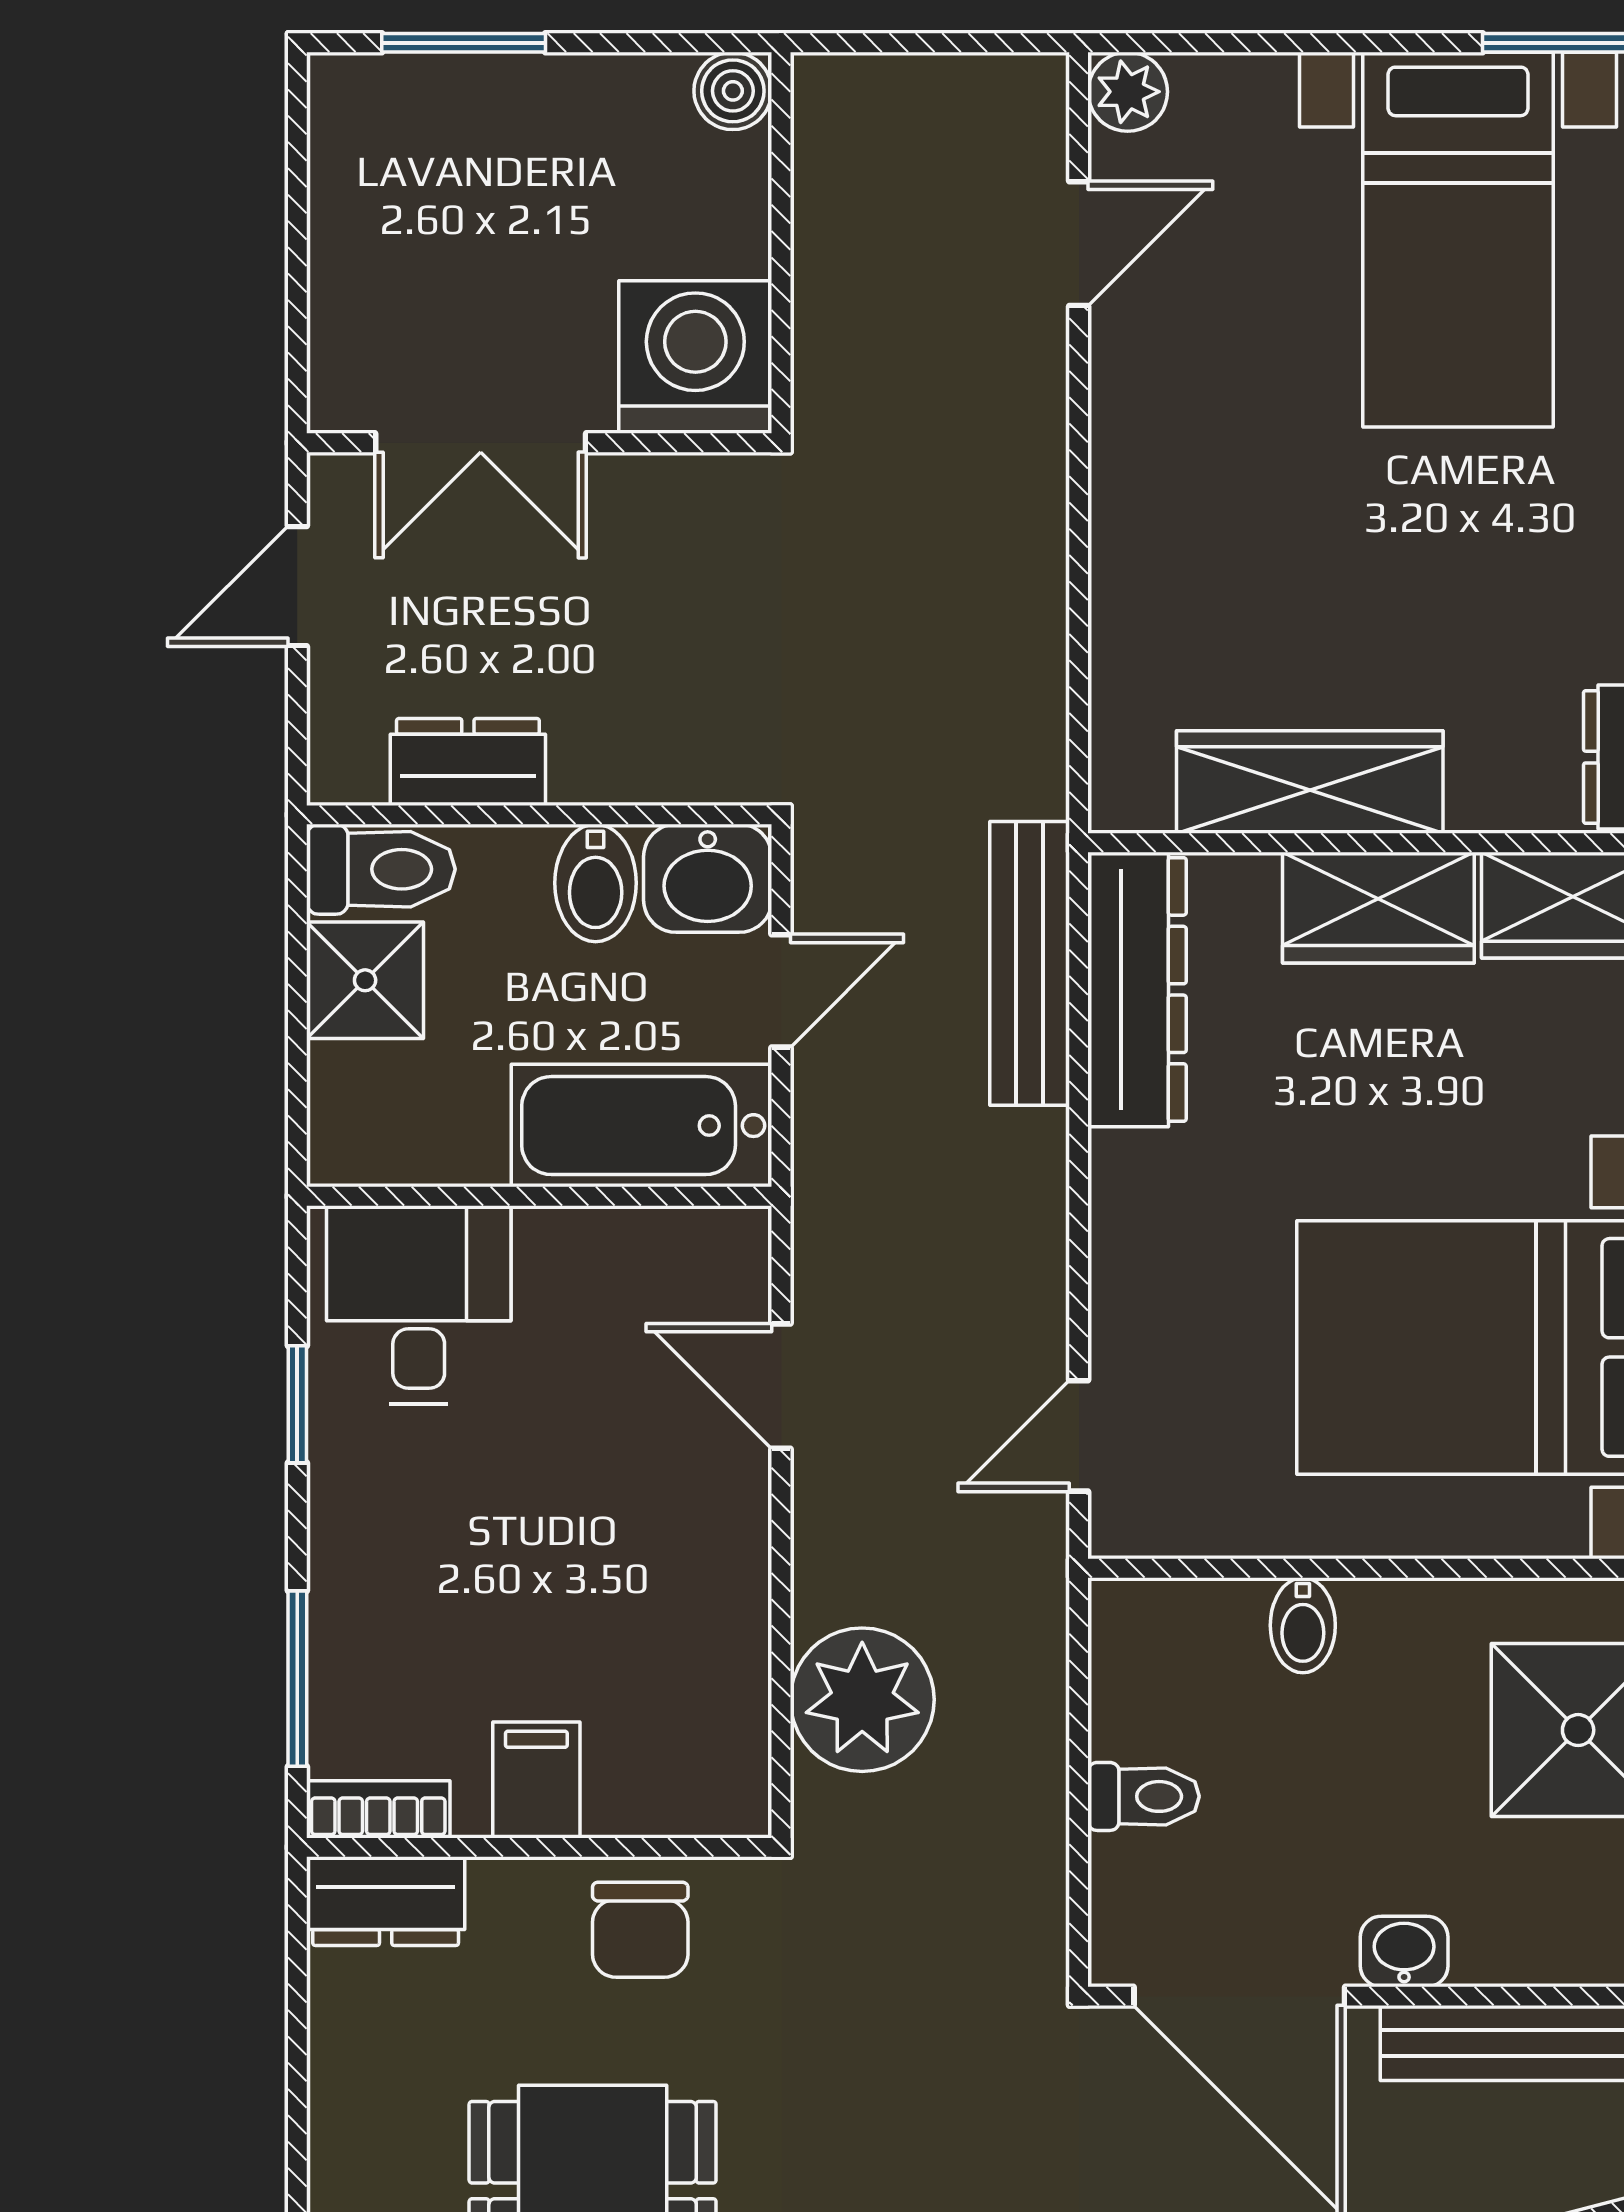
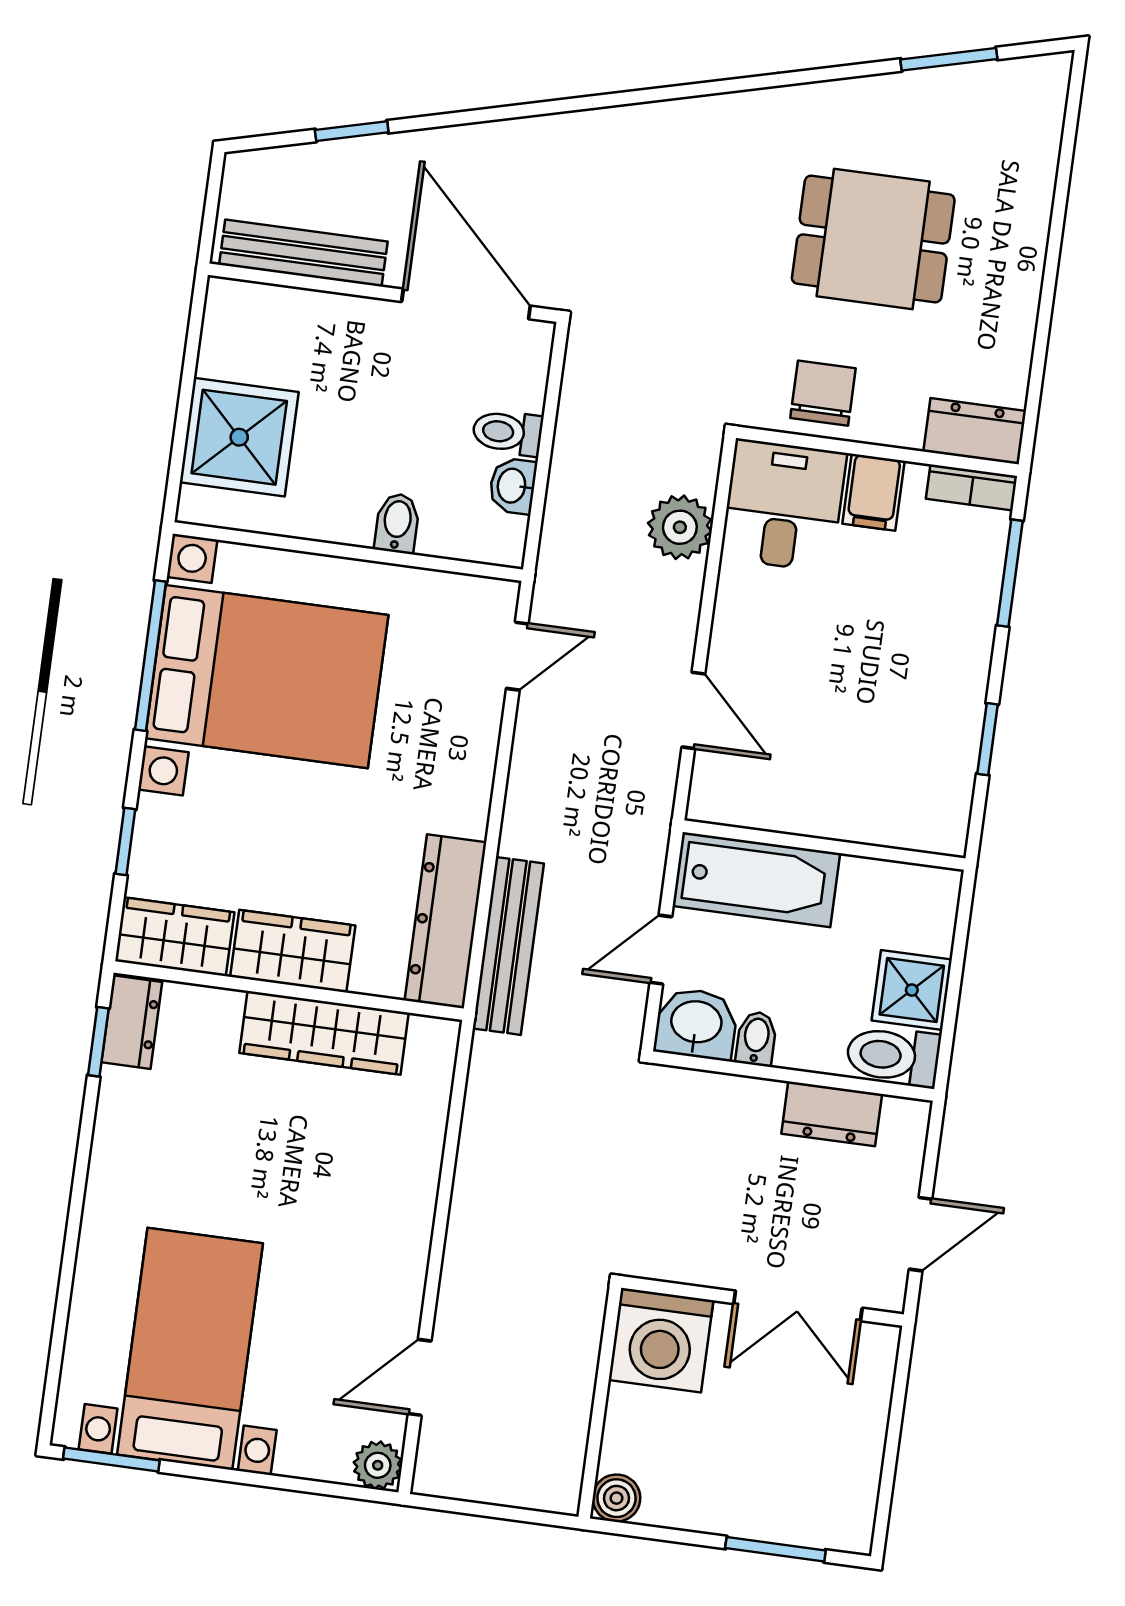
double door: (481, 443) -> (798, 1306), swing flipped
bidet: (596, 883) -> (756, 1039), width x0.72, depth x0.74
desk: (419, 1305) -> (784, 505), moved, turned 180
plant: (862, 1700) -> (680, 527), width x0.73, depth x0.73
washbasin: (1404, 1951) -> (513, 486), moved, turned 90

